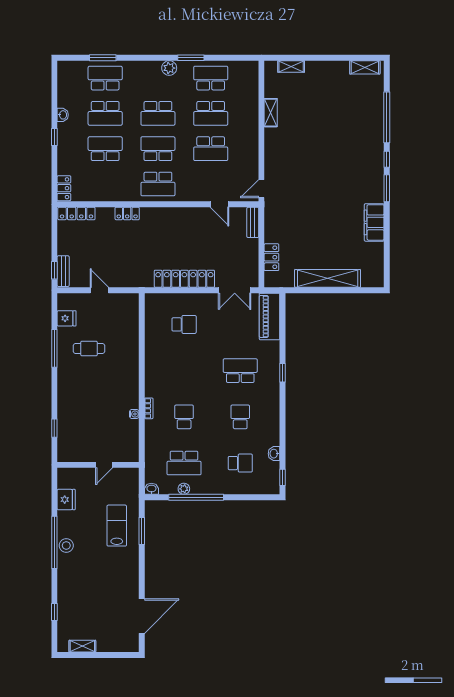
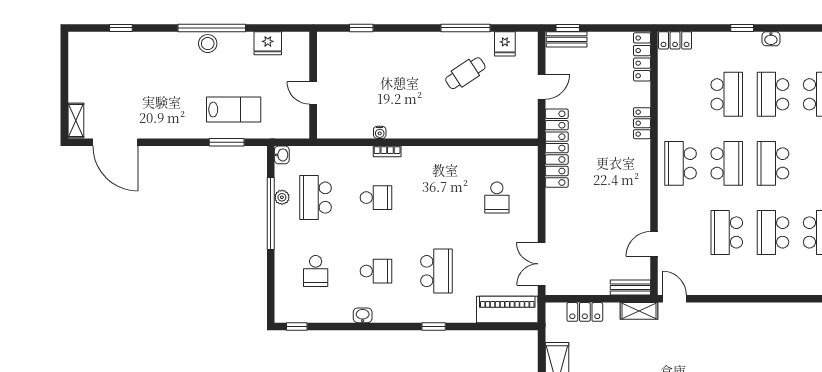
shelving: (271, 113) -> (639, 311), moved
locker: (184, 279) -> (557, 148), moved
cafe table: (89, 348) -> (465, 73), turned 57
washbasin: (274, 454) -> (363, 315), moved
shelving: (82, 646) -> (76, 121), moved

